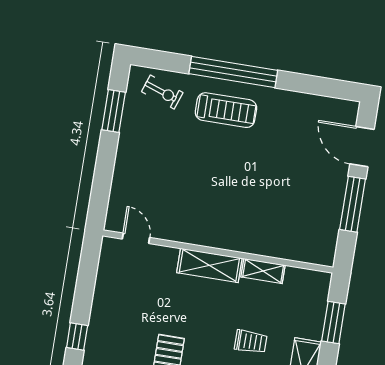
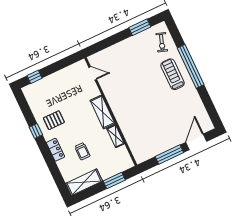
treadmill: (226, 110) -> (173, 74), turned 180
door: (136, 238) -> (93, 73), hinge flipped

